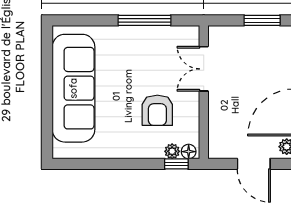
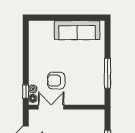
double door: (204, 69) -> (51, 107), moved
sofa: (73, 88) -> (77, 30), width x0.74, depth x0.79

